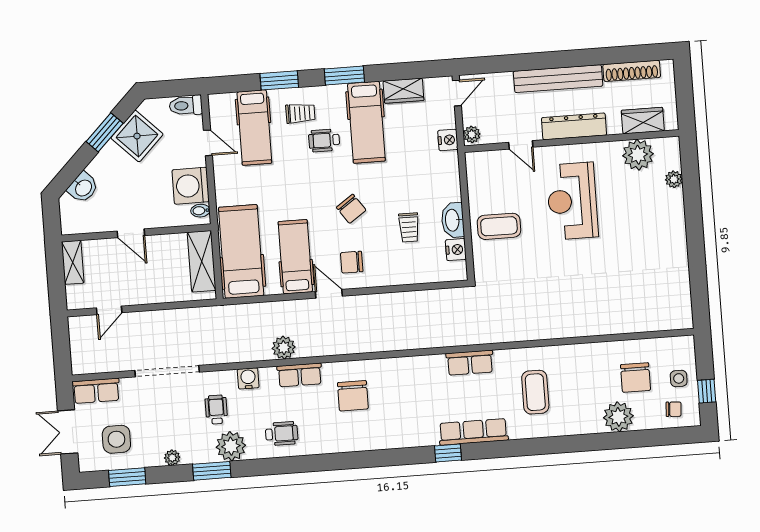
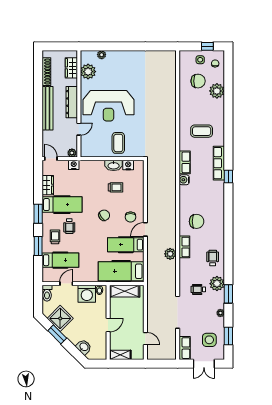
reception desk: (572, 201) -> (108, 106), width x1.36, depth x1.30
water cooler: (248, 378) -> (184, 180), moved

